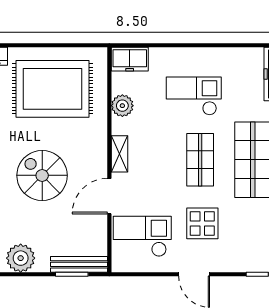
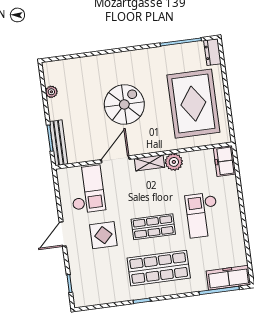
checkout: (194, 96) -> (203, 215), turned 180
plant: (122, 106) -> (174, 162), moved
door: (109, 196) -> (115, 159), hinge flipped
plant: (21, 258) -> (51, 92), width x0.53, depth x0.53

